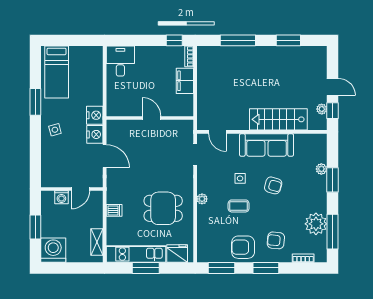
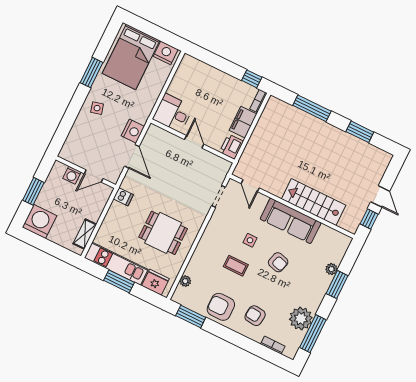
desk: (120, 61) -> (173, 113), moved, turned -90
bed: (57, 72) -> (131, 57), width x1.50
printer: (185, 107) -> (231, 147), added
plant: (322, 109) -> (360, 212), removed
nightstand: (95, 115) -> (166, 53), moved, turned -90
plant: (202, 199) -> (185, 281), moved
dishwasher: (114, 210) -> (123, 197), moved
window: (266, 268) -> (233, 337), removed

